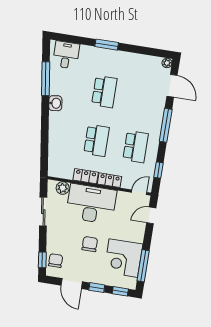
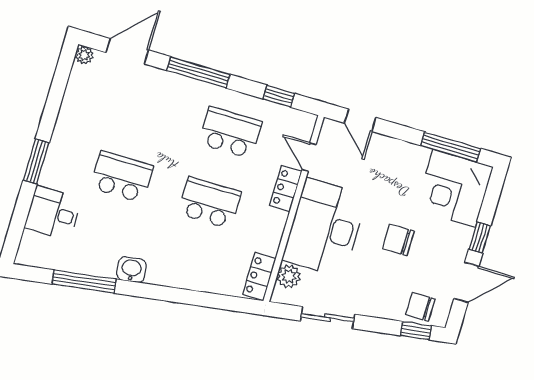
desk: (66, 55) -> (53, 213), moved
locker: (86, 176) -> (259, 276), moved
door: (139, 192) -> (309, 157), moved
corner desk: (123, 258) -> (454, 188), moved, turned 90
window: (120, 291) -> (492, 195), removed

